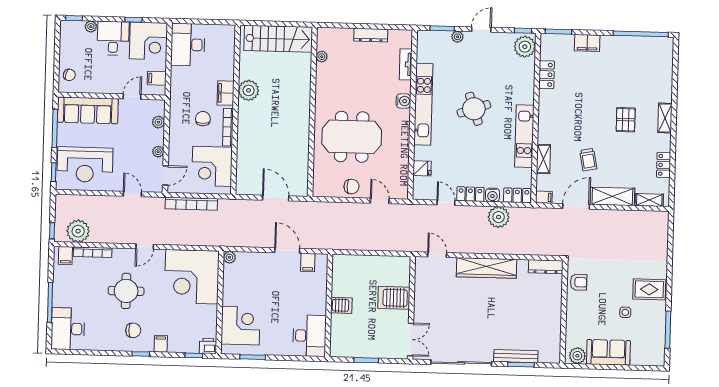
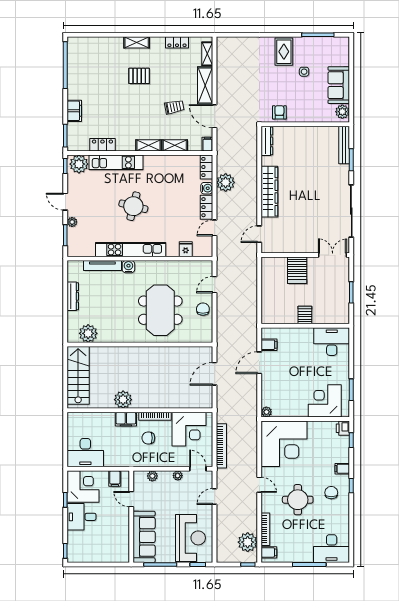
plant: (91, 27) -> (72, 536), removed
plant: (322, 57) -> (88, 333), width x1.87, depth x1.87
tv unit: (406, 64) -> (102, 266), width x1.41
chair: (69, 75) -> (114, 553), removed
round table: (474, 109) -> (133, 206), turned 33
shelving: (544, 128) -> (148, 145), added
kitchen unit: (524, 136) -> (116, 162), moved
bench: (516, 356) -> (344, 145), moved

